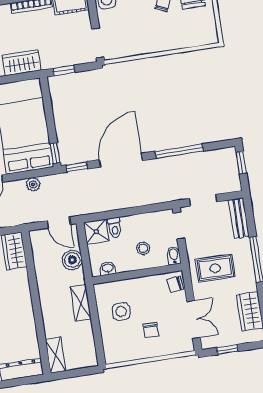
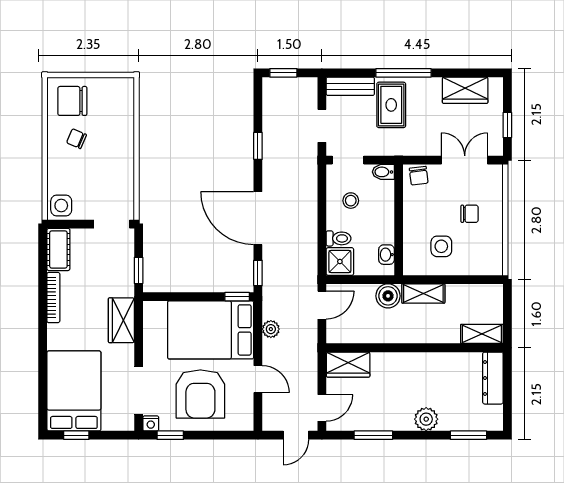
window: (179, 151) -> (258, 146), width x0.46
stool: (143, 248) -> (351, 201), moved
boiler: (72, 260) -> (388, 296), moved
rug: (215, 268) -> (391, 105), moved

